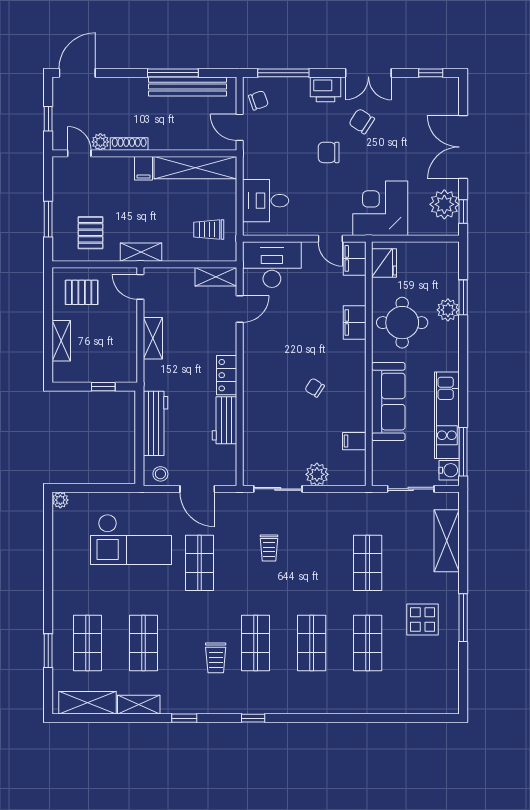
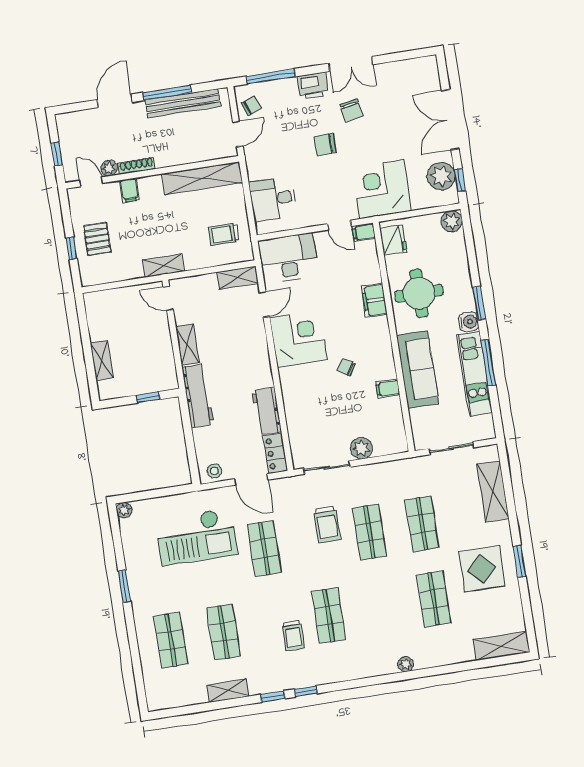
door: (77, 73) -> (115, 101), moved
window: (431, 73) -> (409, 55), removed
chair: (362, 121) -> (351, 110), turned -133
door: (240, 127) -> (238, 134), swing flipped
filing cabinet: (144, 168) -> (129, 190), moved
window: (48, 219) -> (72, 248), width x0.67
pallet: (90, 233) -> (97, 239), moved
filing cabinet: (355, 258) -> (364, 232), width x0.50
pallet: (82, 292) -> (114, 312), removed
window: (463, 297) -> (479, 303), moved
plant: (448, 310) -> (452, 221), moved
corner desk: (269, 350) -> (298, 339), added
locker: (227, 375) -> (275, 453), moved
workbench: (156, 423) -> (198, 396), moved
filing cabinet: (354, 441) -> (388, 388), moved
window: (463, 452) -> (488, 363), moved
water cooler: (449, 470) -> (469, 322), moved
trolley: (269, 548) -> (327, 524), width x1.36, depth x1.39
window: (463, 618) -> (520, 561), width x0.69
display table: (423, 619) -> (482, 569), width x1.36, depth x1.36
shop shelf: (312, 643) -> (369, 532), moved
window: (48, 651) -> (124, 586), moved
shelving: (87, 703) -> (501, 646), moved
plant: (328, 706) -> (406, 664), added
window: (253, 718) -> (306, 691), moved

